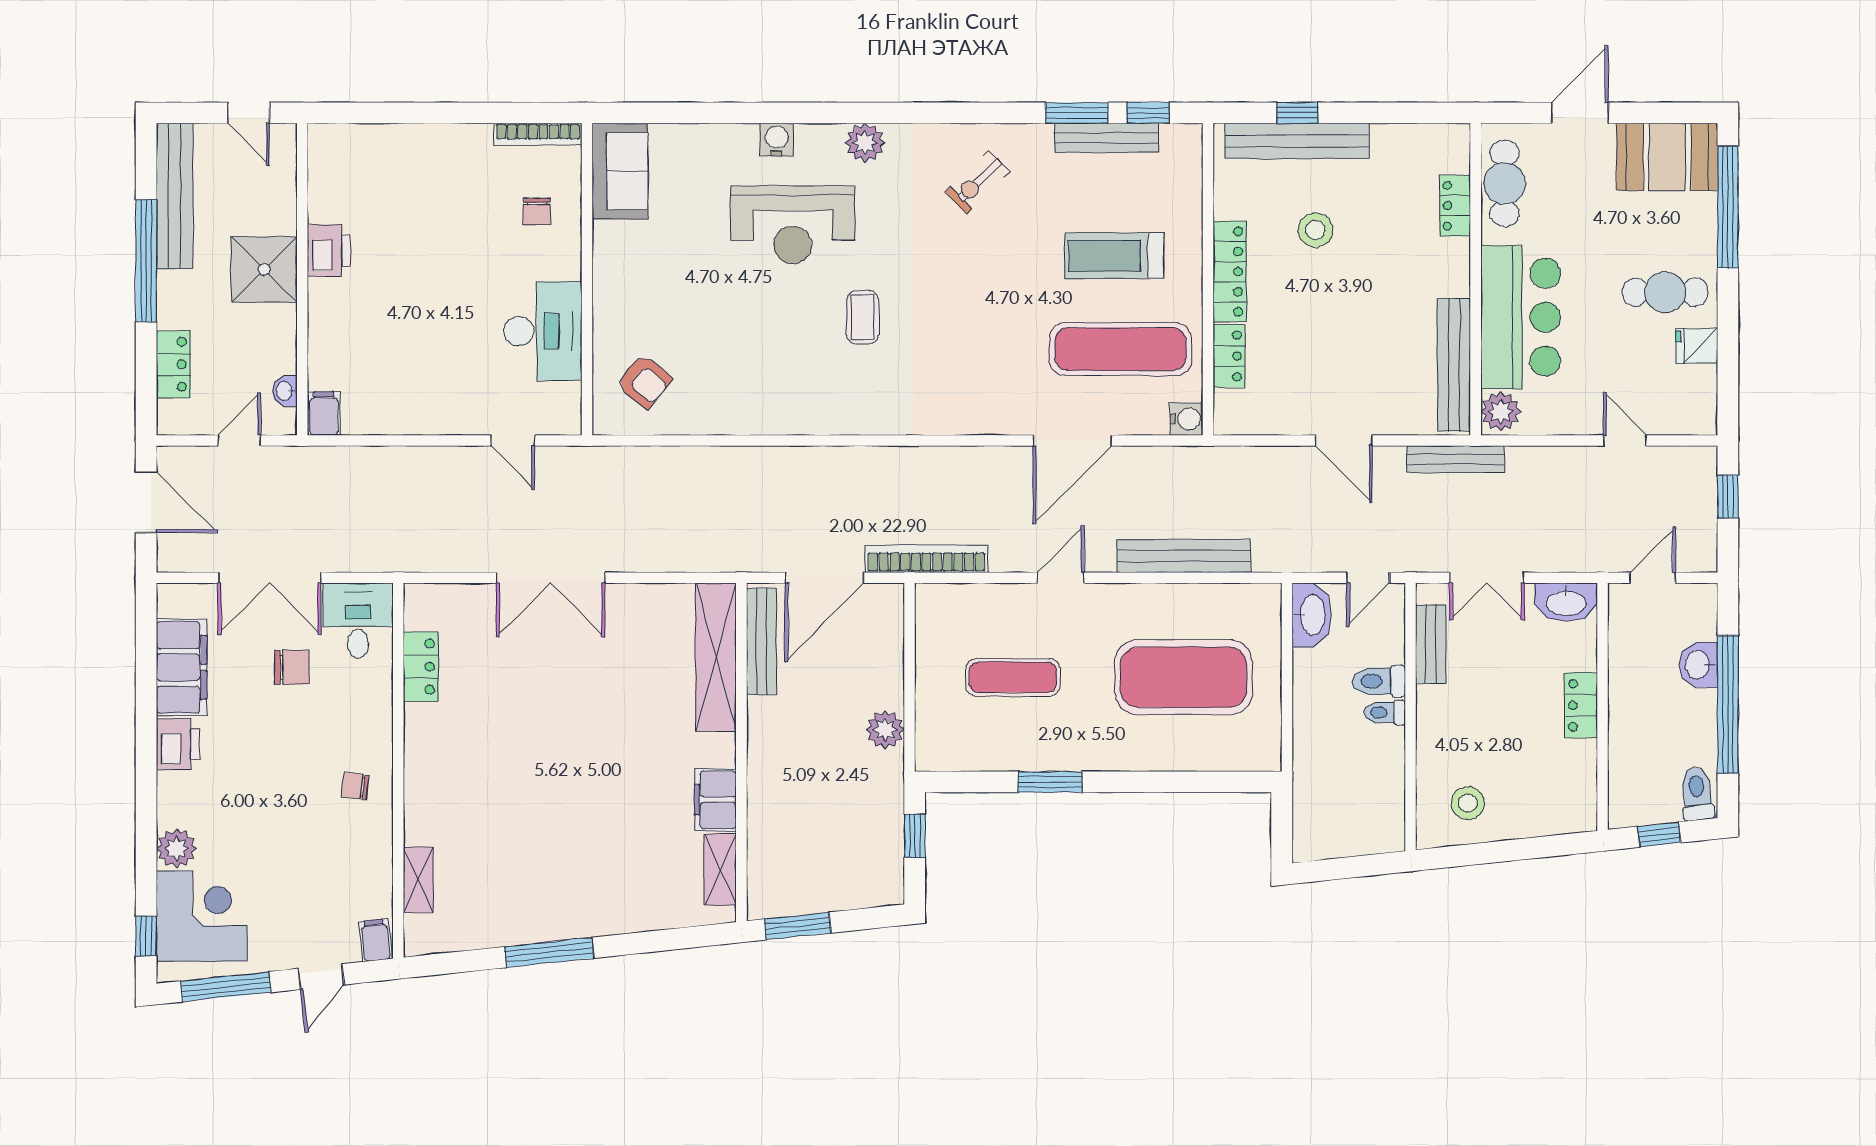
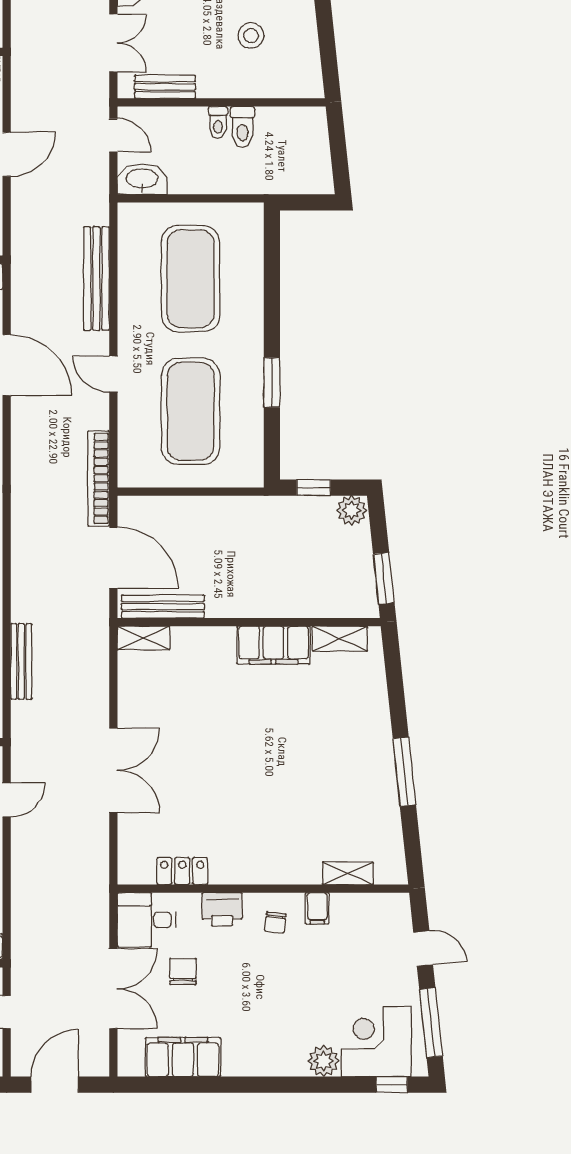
bench: (1455, 459) -> (21, 661), moved
shelving: (716, 657) -> (143, 638), width x0.45, depth x0.75
exercise mat: (1013, 677) -> (191, 411), width x2.00, depth x1.45
toilet: (1379, 681) -> (242, 127), moved
plant: (885, 730) -> (352, 510), moved
printer: (178, 744) -> (222, 909), moved, turned 180
filing cabinet: (715, 800) -> (273, 645), width x1.50, depth x1.17
stool: (1468, 803) -> (251, 36), moved
filing cabinet: (375, 940) -> (317, 908), moved, turned -84

